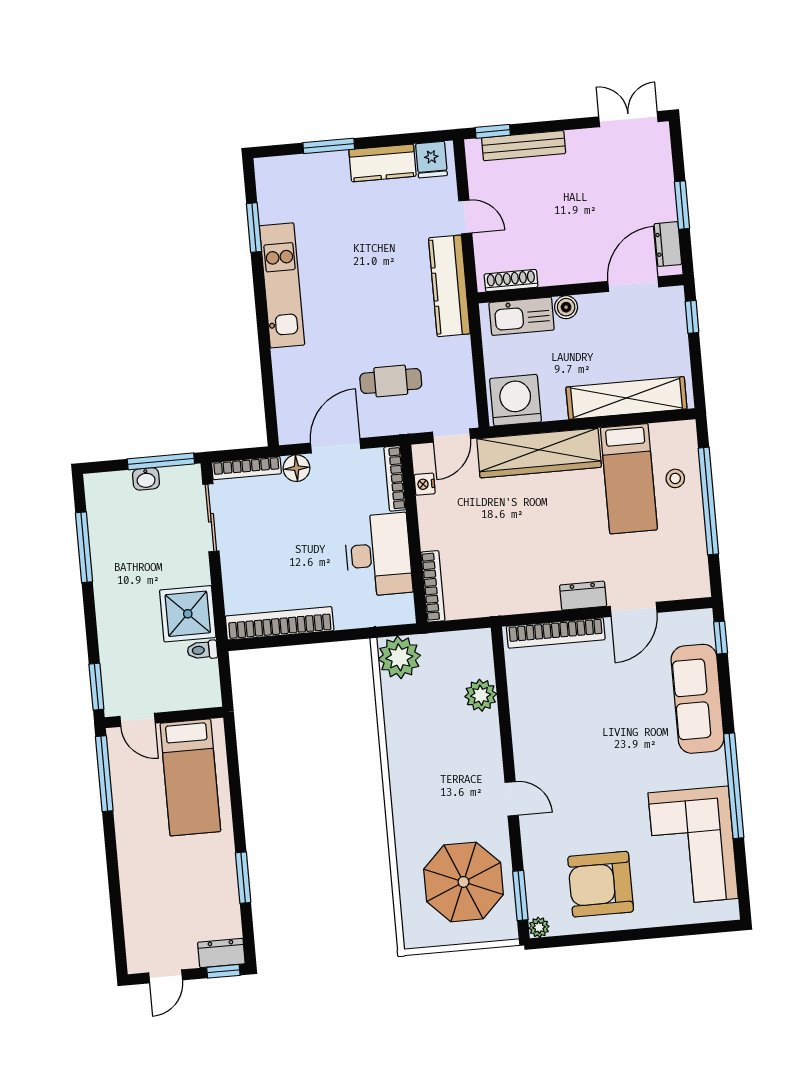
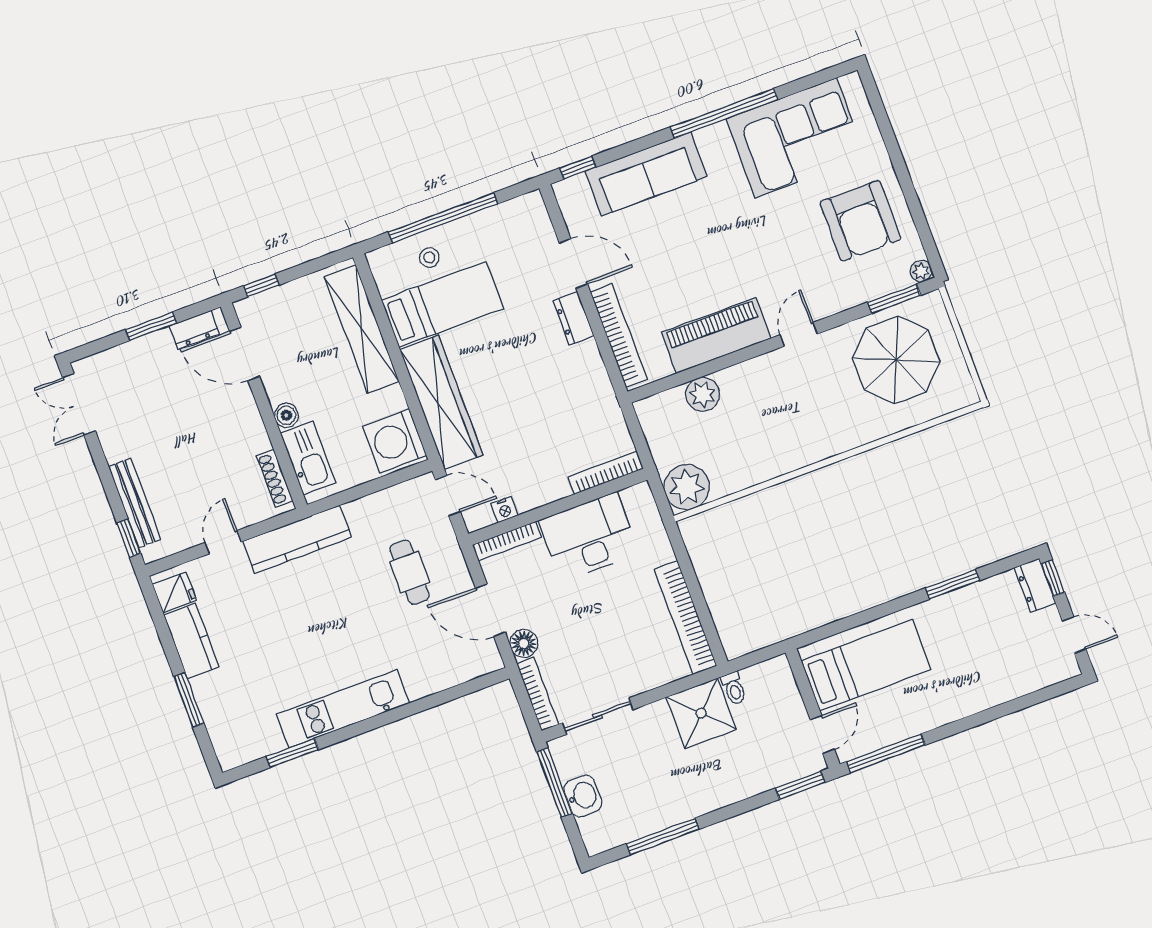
washbasin: (146, 479) -> (583, 796), width x1.38, depth x1.45
piano: (531, 723) -> (716, 335), added

